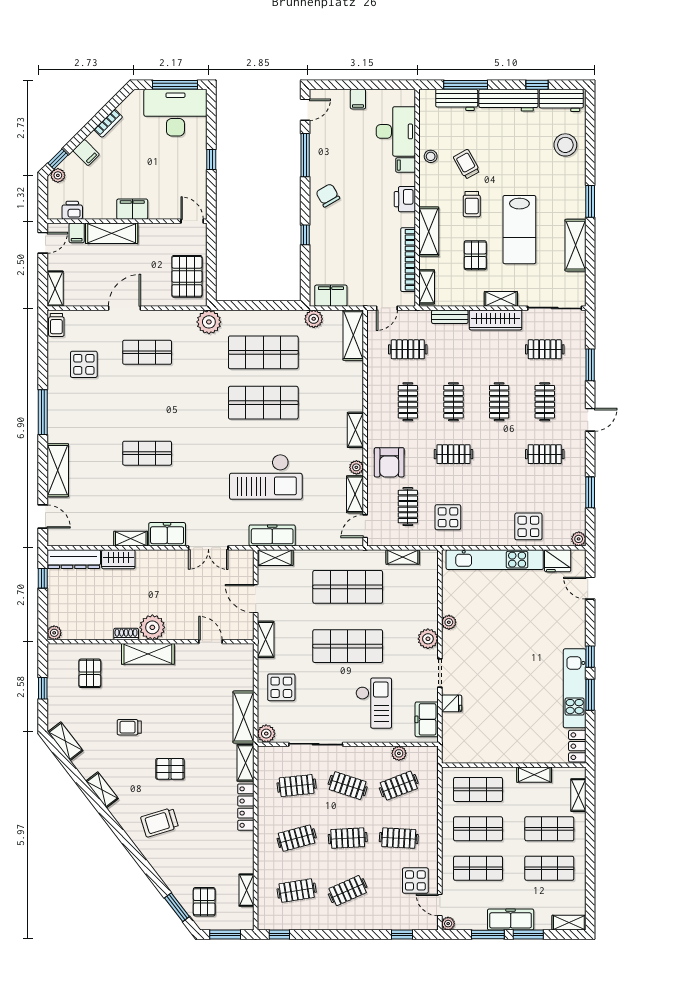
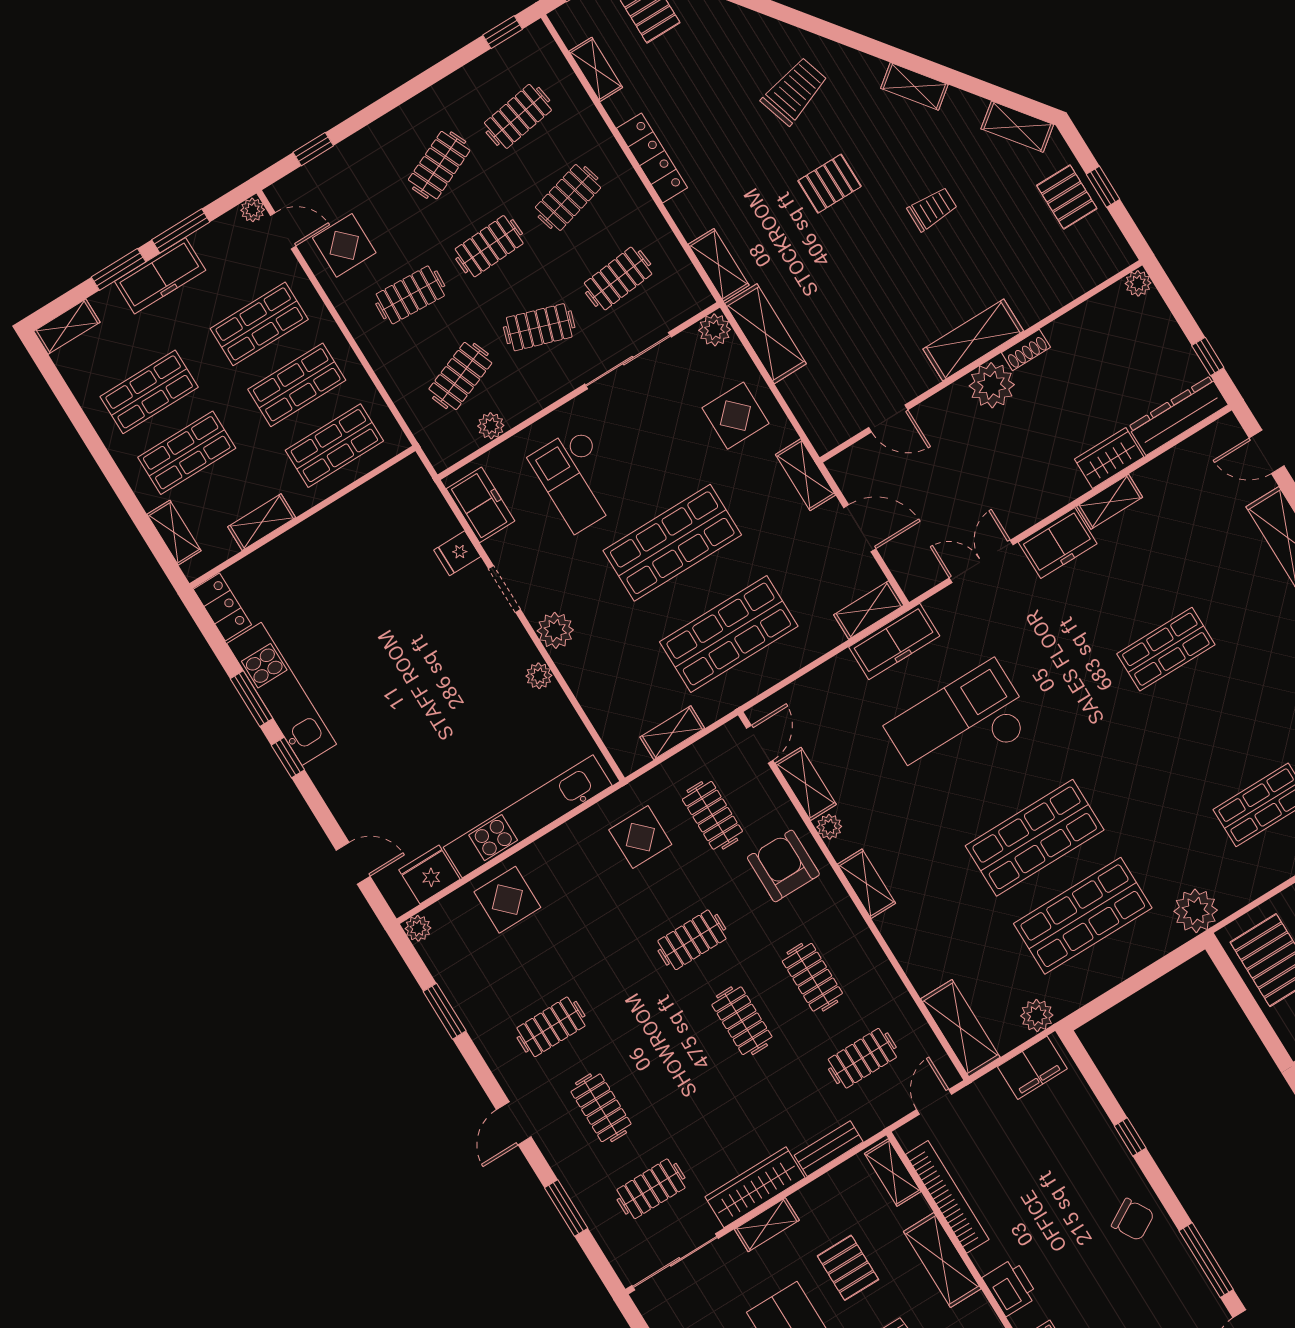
clothes rail: (499, 402) -> (671, 1064), removed
pallet: (90, 673) -> (1067, 197), moved
locker: (246, 807) -> (652, 158), moved

